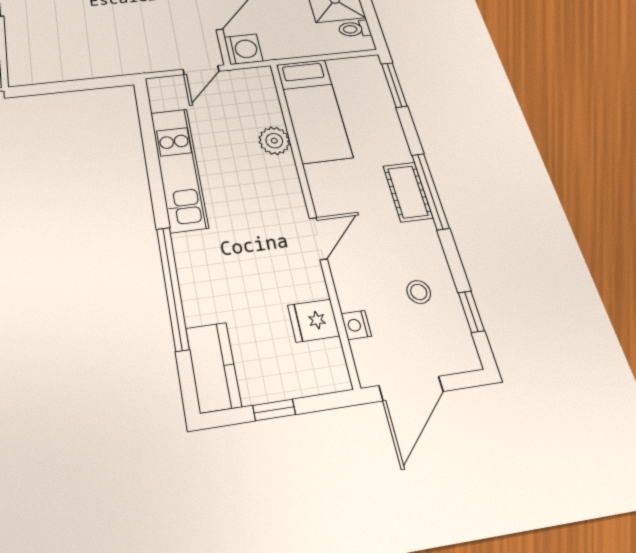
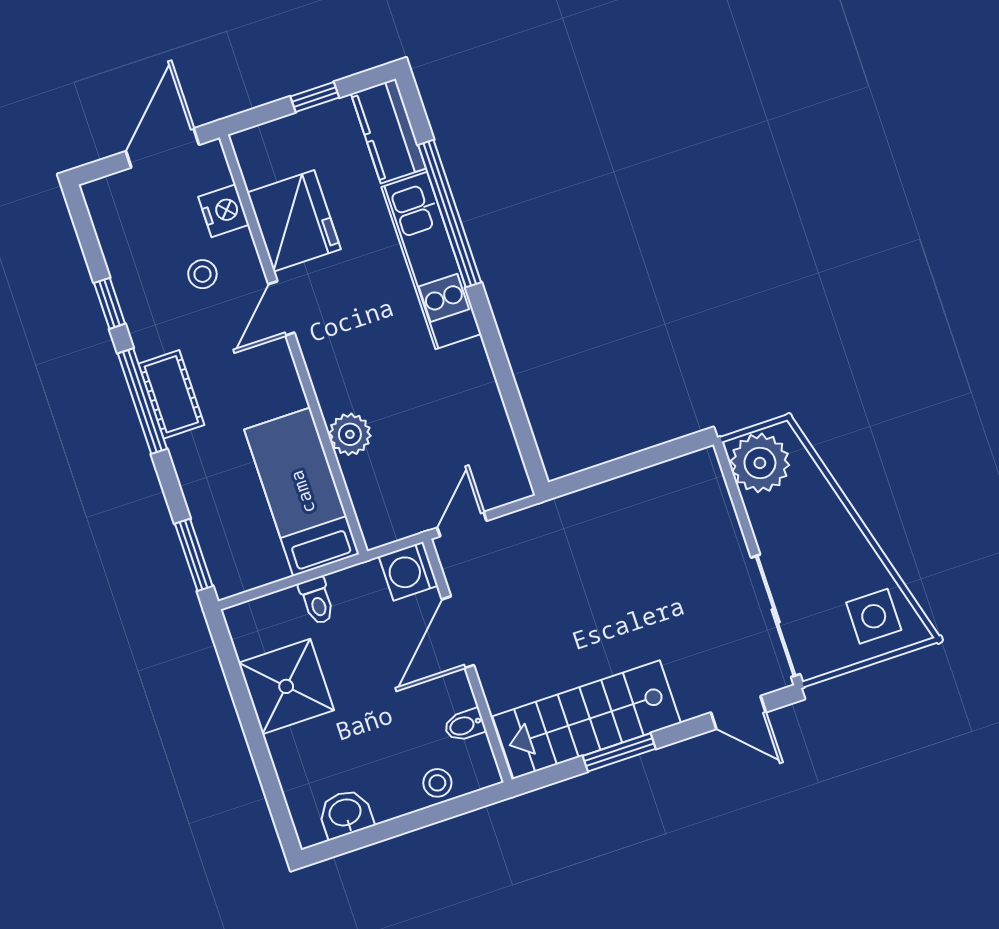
toilet: (354, 29) -> (317, 601), moved, turned 90
kitchen unit: (179, 169) -> (431, 261), moved
stool: (419, 292) -> (202, 274), moved
window: (471, 312) -> (110, 303), moved
fridge: (314, 321) -> (294, 221), width x1.88, depth x1.34
nightstand: (356, 325) -> (224, 211), width x1.39, depth x1.35

